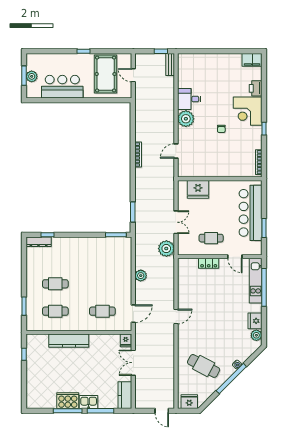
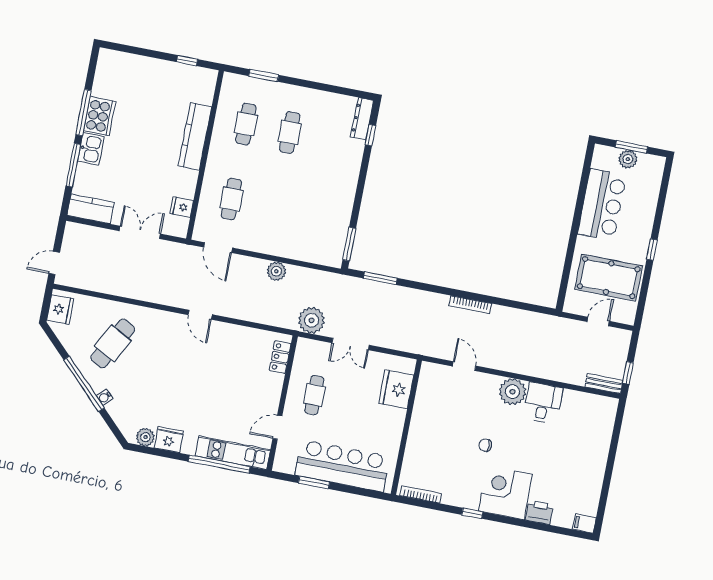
filing cabinet: (252, 60) -> (584, 523), width x0.50
locker: (209, 263) -> (280, 357), moved
fridge: (126, 340) -> (182, 207), moved

